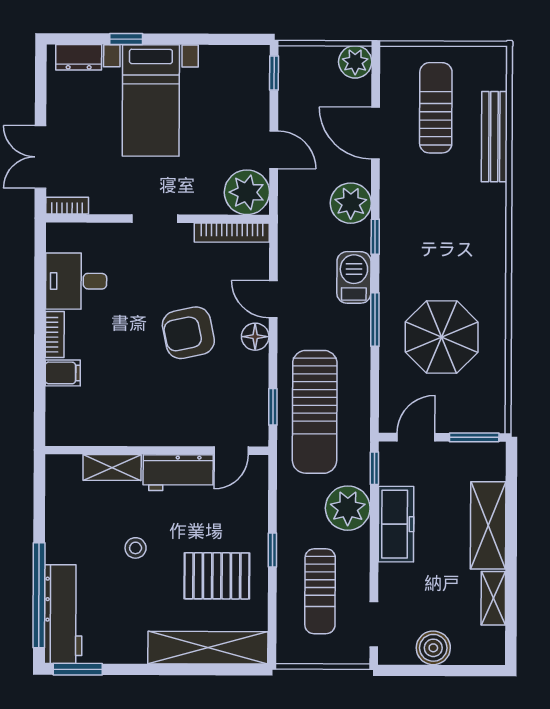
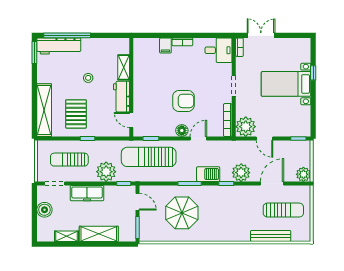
dresser: (79, 57) -> (305, 52), removed
door: (274, 150) -> (264, 138), hinge flipped
desk: (76, 281) -> (219, 50), moved, turned 90
armchair: (188, 333) -> (183, 101), turned 102
freezer: (396, 524) -> (87, 193), moved

